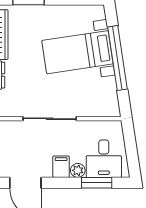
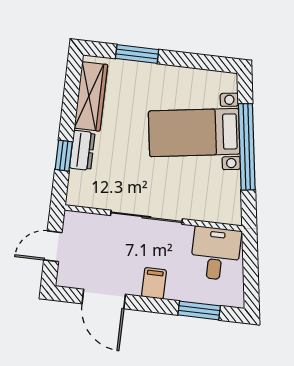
desk: (104, 159) -> (216, 253), moved, turned 180
plant: (78, 170) -> (176, 291), removed

